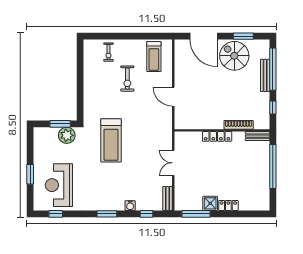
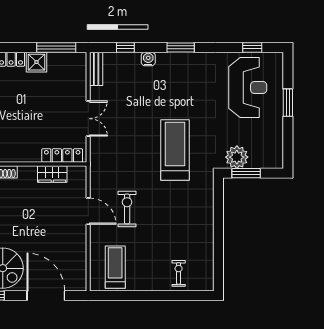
exercise bike: (127, 79) -> (127, 209), moved
wardrobe: (199, 123) -> (52, 174), added
locker: (217, 136) -> (62, 156), moved

